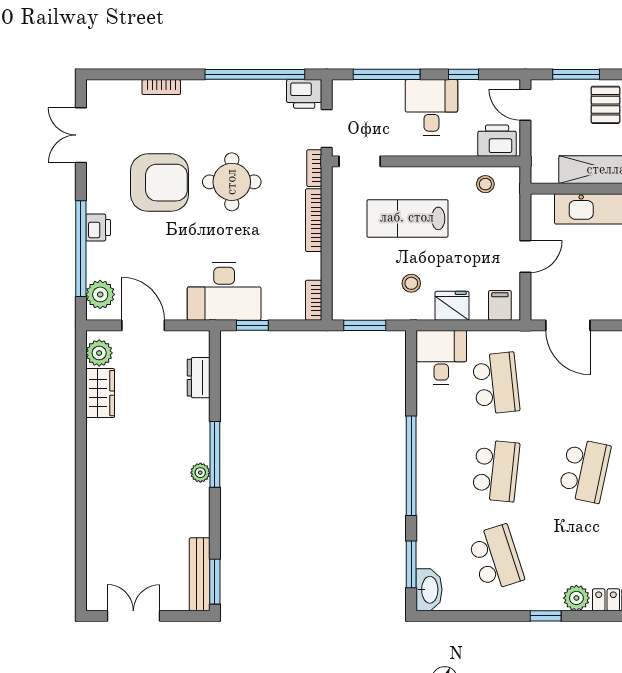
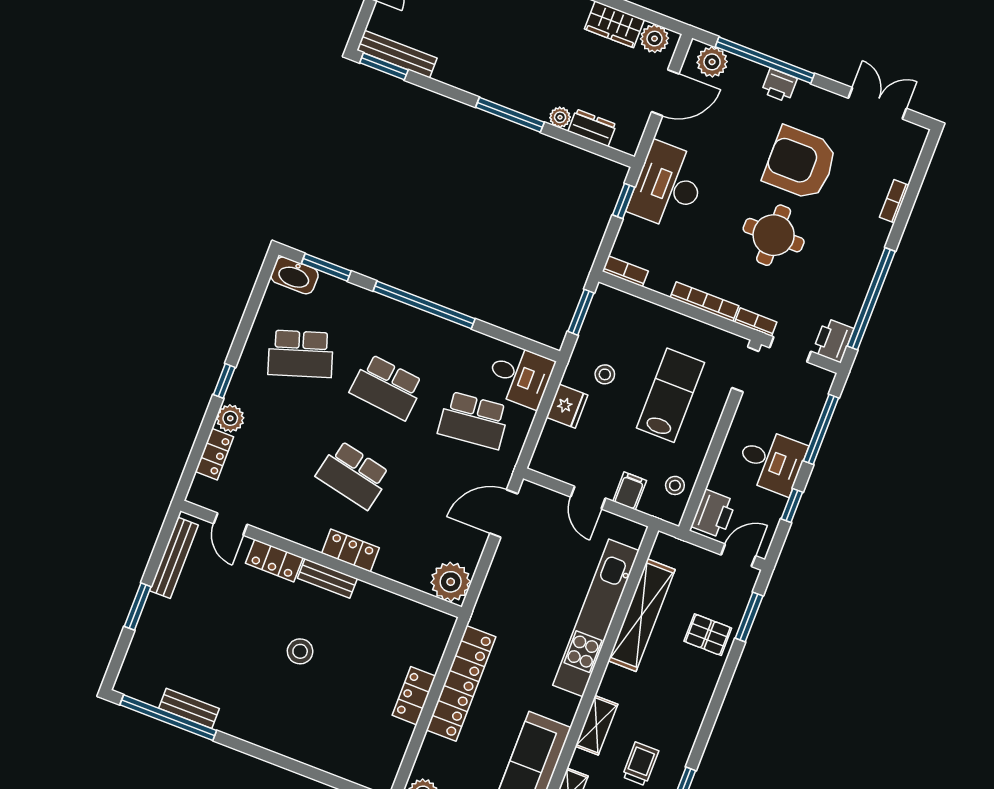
armchair: (160, 183) -> (800, 163), turned 90
filing cabinet: (500, 305) -> (630, 491), moved, turned -90
plant: (200, 473) -> (560, 117), moved

